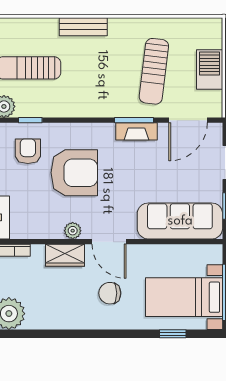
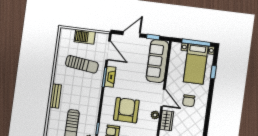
door: (109, 242) -> (163, 98), hinge flipped

